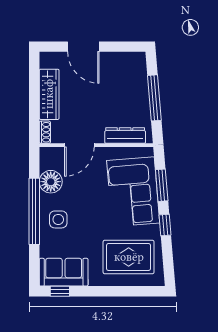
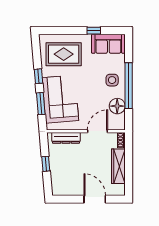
window: (154, 98) -> (46, 164), width x0.46
window: (60, 291) -> (94, 31), moved

